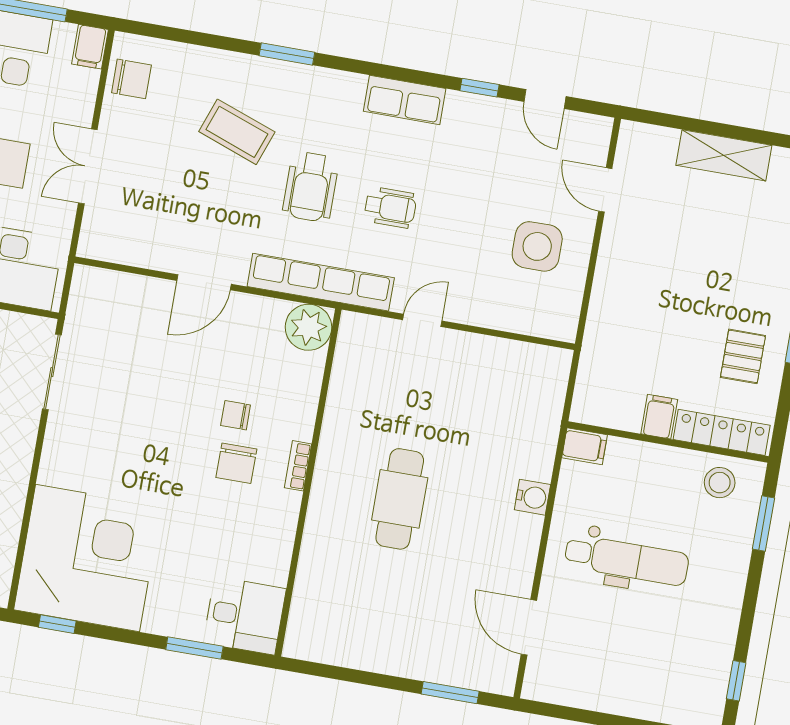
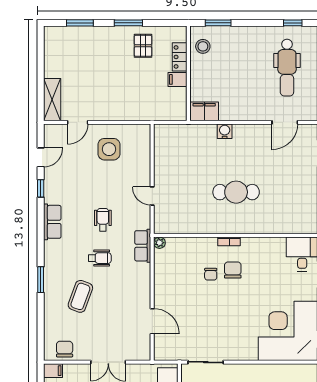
shelving: (724, 155) -> (52, 100), moved
wheelchair: (311, 187) -> (100, 258), width x0.73, depth x0.73
door: (204, 282) -> (152, 321), moved
row of seats: (321, 282) -> (143, 246), width x0.50
plant: (308, 327) -> (159, 243), width x0.53, depth x0.53
pallet: (743, 356) -> (143, 46), turned 90
locker: (722, 432) -> (180, 57), width x0.66
filing cabinet: (585, 446) -> (204, 111), width x2.00
chair: (236, 463) -> (233, 270), turned -90
dental chair: (627, 560) -> (287, 68), moved, turned 180

